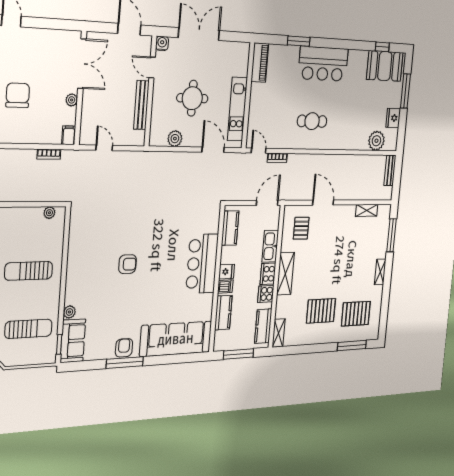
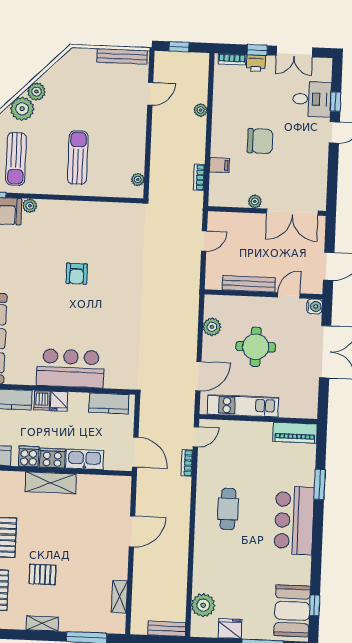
filing cabinet: (69, 135) -> (220, 165), moved
pallet: (301, 228) -> (42, 574), moved

